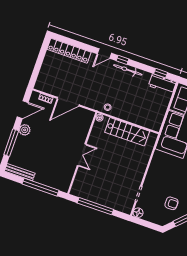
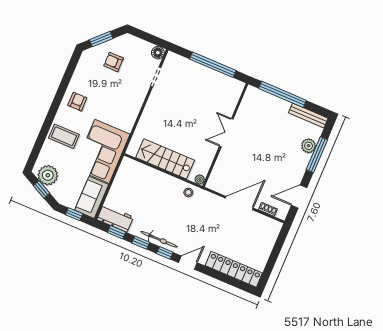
window: (142, 66) -> (141, 243), added
plant: (25, 130) -> (309, 146), moved

